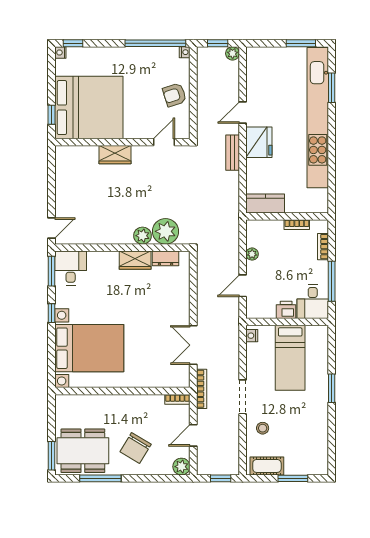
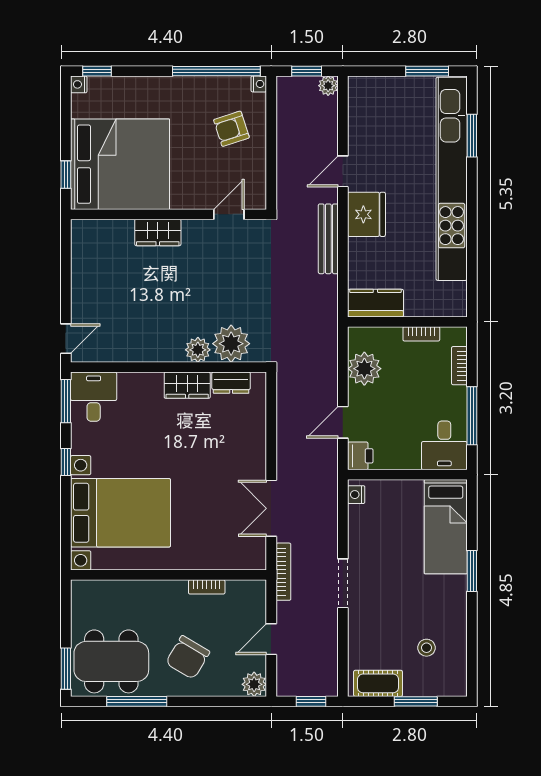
armchair: (175, 95) -> (231, 129), moved
bench: (233, 153) -> (328, 239), width x1.36
plant: (252, 254) -> (364, 369), width x1.87, depth x1.87
printer: (286, 310) -> (360, 456), moved, turned 90
bed: (290, 358) -> (446, 527), moved
bookcase: (177, 399) -> (207, 587), moved
stool: (263, 428) -> (427, 648), moved

